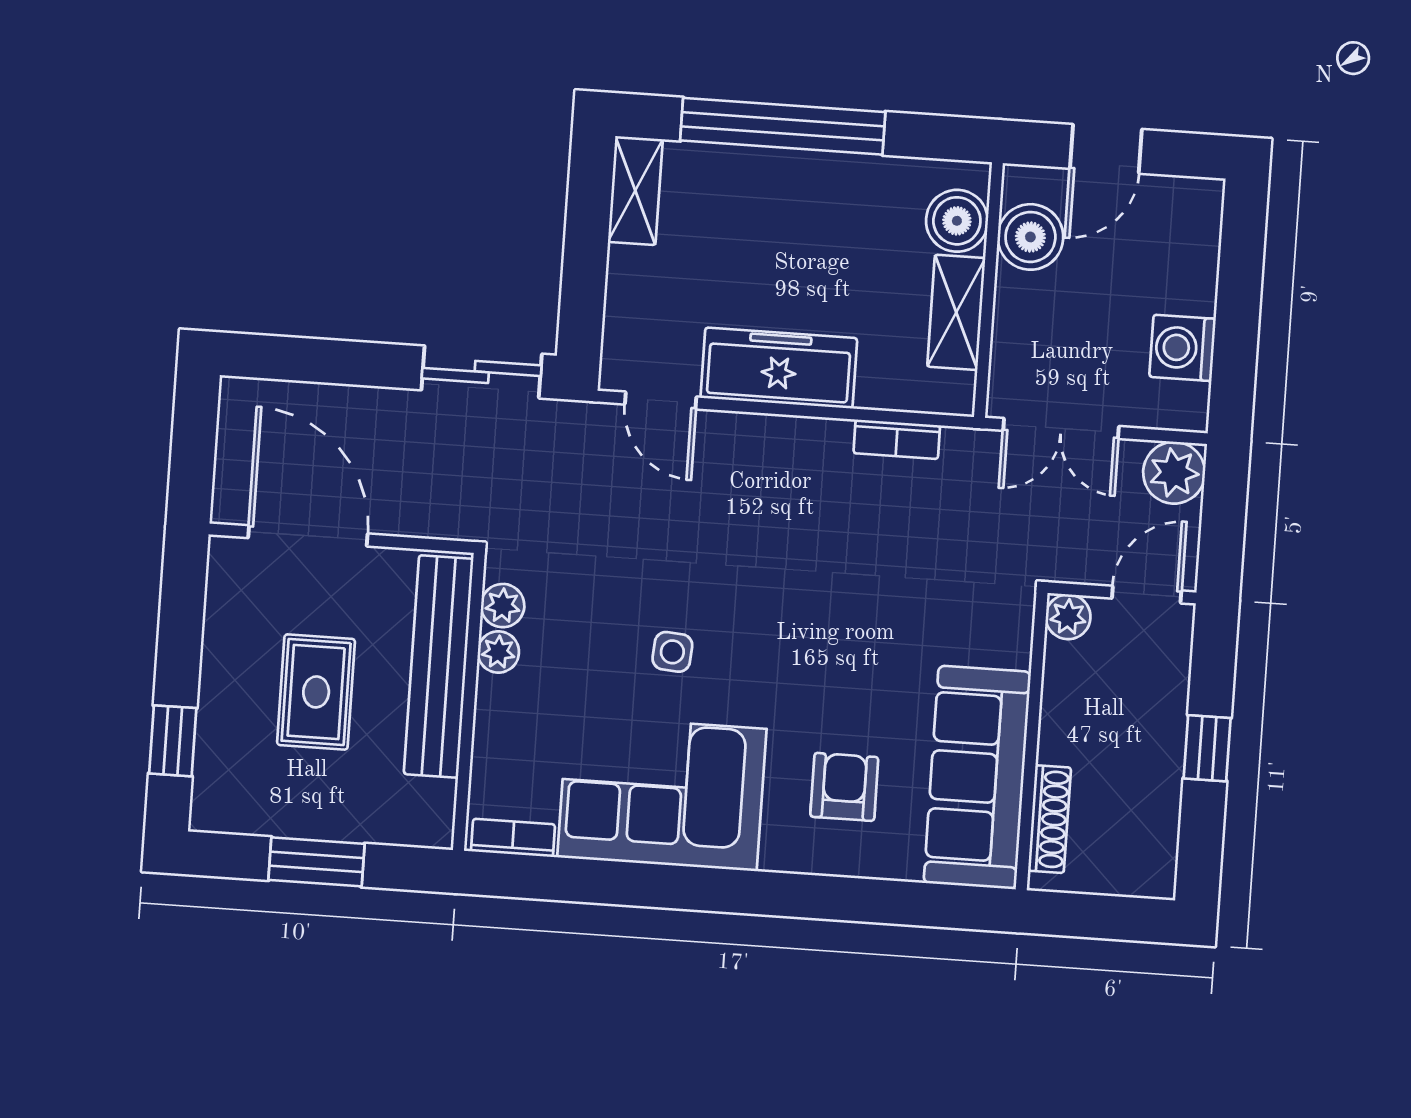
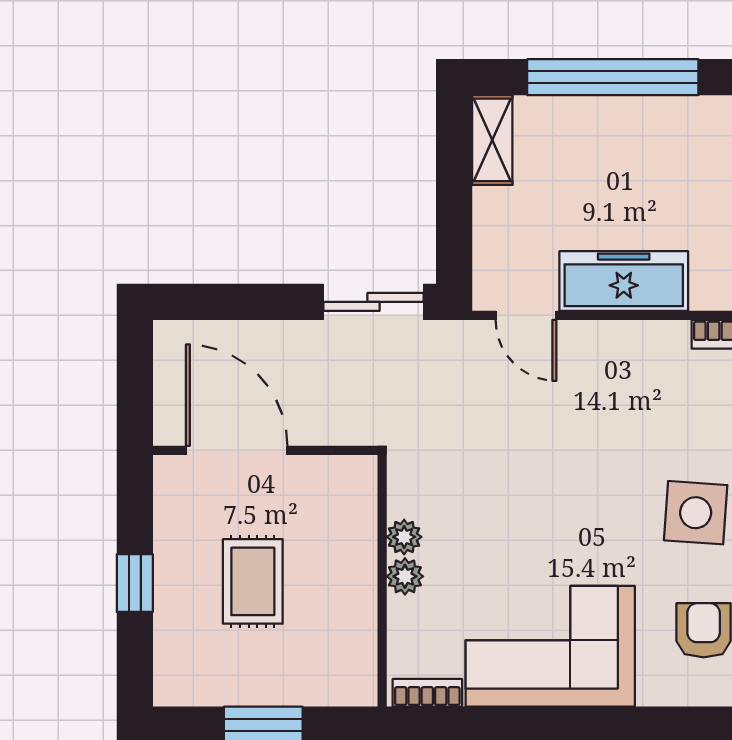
plant: (503, 606) -> (405, 576), moved
side table: (672, 652) -> (696, 513), moved, width x1.87, depth x1.87
bench: (439, 666) -> (355, 553), removed
window: (173, 741) -> (135, 583), moved

